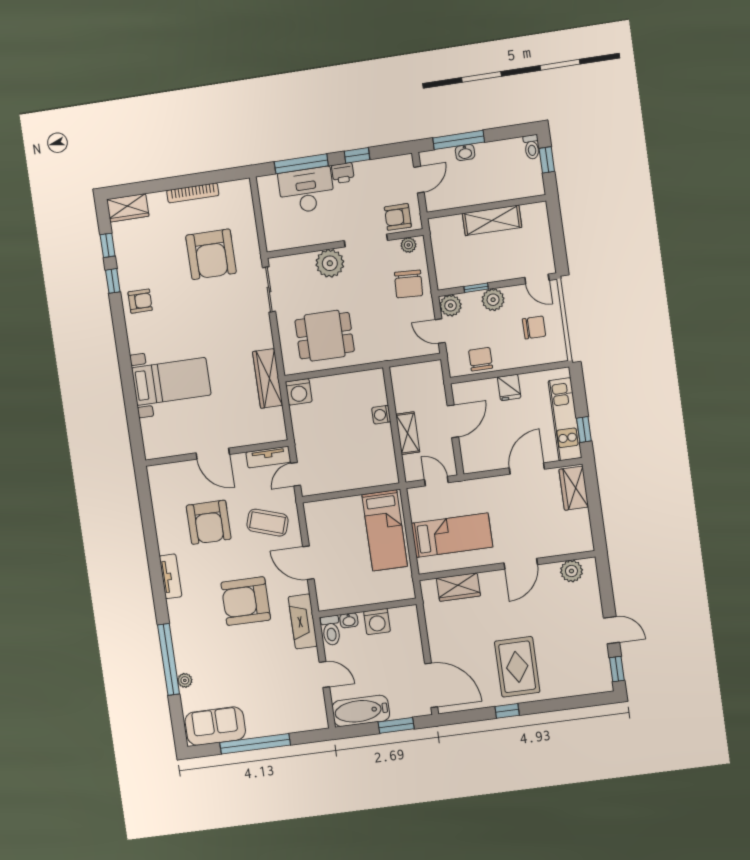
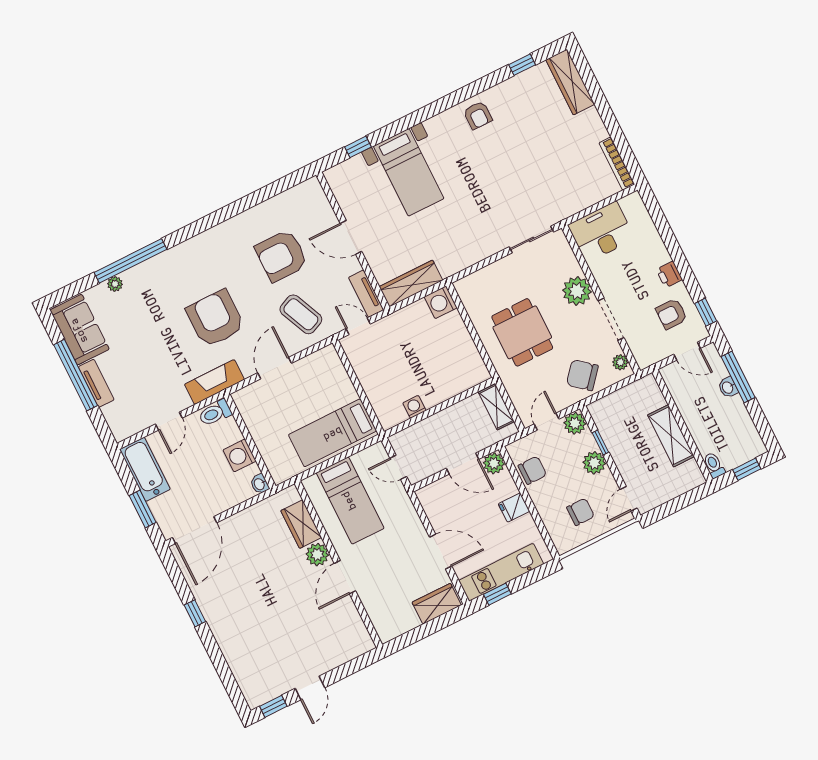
toilet: (532, 147) -> (714, 465), moved, turned 90
window: (357, 155) -> (706, 312), moved
window: (301, 164) -> (665, 231), removed
desk: (306, 190) -> (601, 232), moved, turned -90
bookcase: (193, 193) -> (617, 164), moved
wardrobe: (128, 208) -> (570, 82), width x1.50
armchair: (398, 217) -> (671, 314), moved, turned -90
armchair: (211, 254) -> (547, 171), removed
window: (113, 281) -> (358, 147), moved
chair: (409, 284) -> (582, 375), turned 37
chair: (534, 327) -> (581, 512), turned -90
dining table: (325, 336) -> (522, 332), moved
wardrobe: (268, 378) -> (411, 284), moved
plant: (462, 392) -> (494, 463), added
washing machine: (381, 415) -> (414, 407), moved
shelving: (408, 433) -> (496, 407), moved, turned 90
door: (213, 454) -> (351, 237), hinge flipped
door: (436, 481) -> (398, 467), swing flipped
coffee table: (267, 523) -> (301, 314), turned -42
door: (521, 564) -> (345, 577), hinge flipped
plant: (571, 571) -> (317, 555), moved
tv unit: (170, 576) -> (96, 383), moved, turned -90
washbasin: (349, 620) -> (260, 484), moved
rug: (517, 667) -> (242, 608), removed

